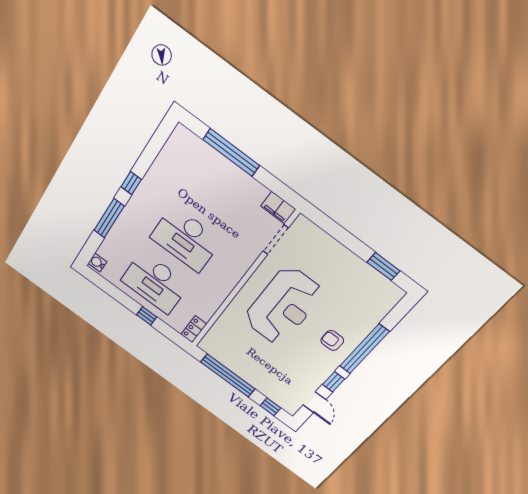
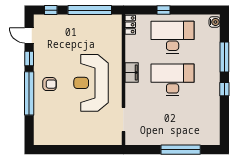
filing cabinet: (278, 208) -> (132, 72), moved, turned 90
window: (383, 266) -> (57, 150), removed

